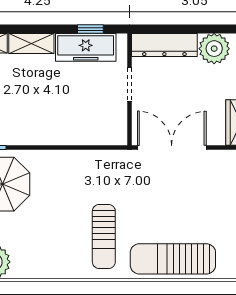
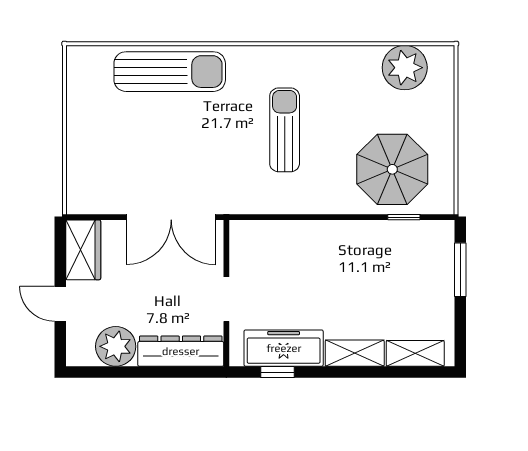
sun lounger: (104, 236) -> (285, 130), moved

